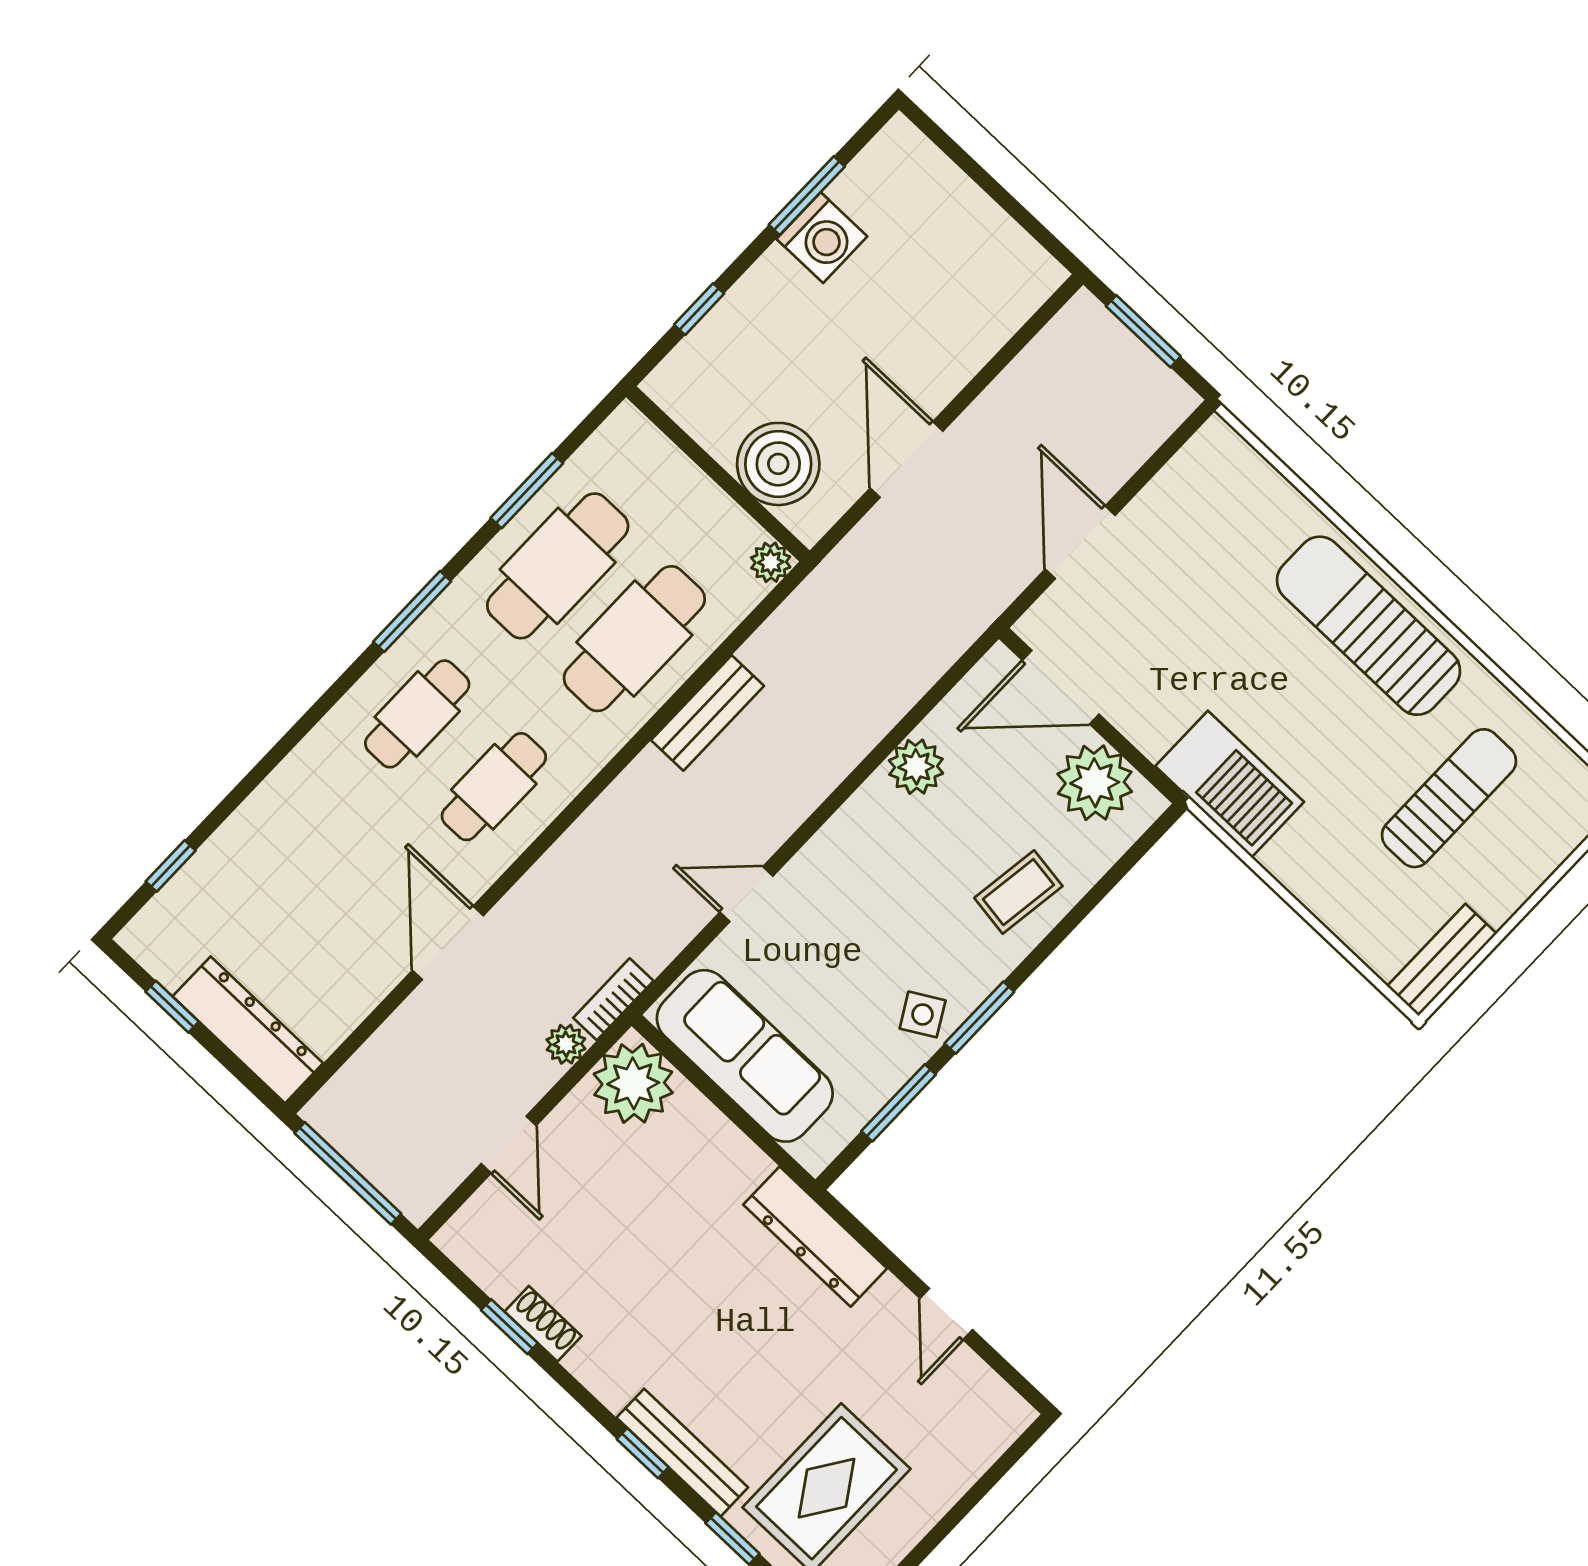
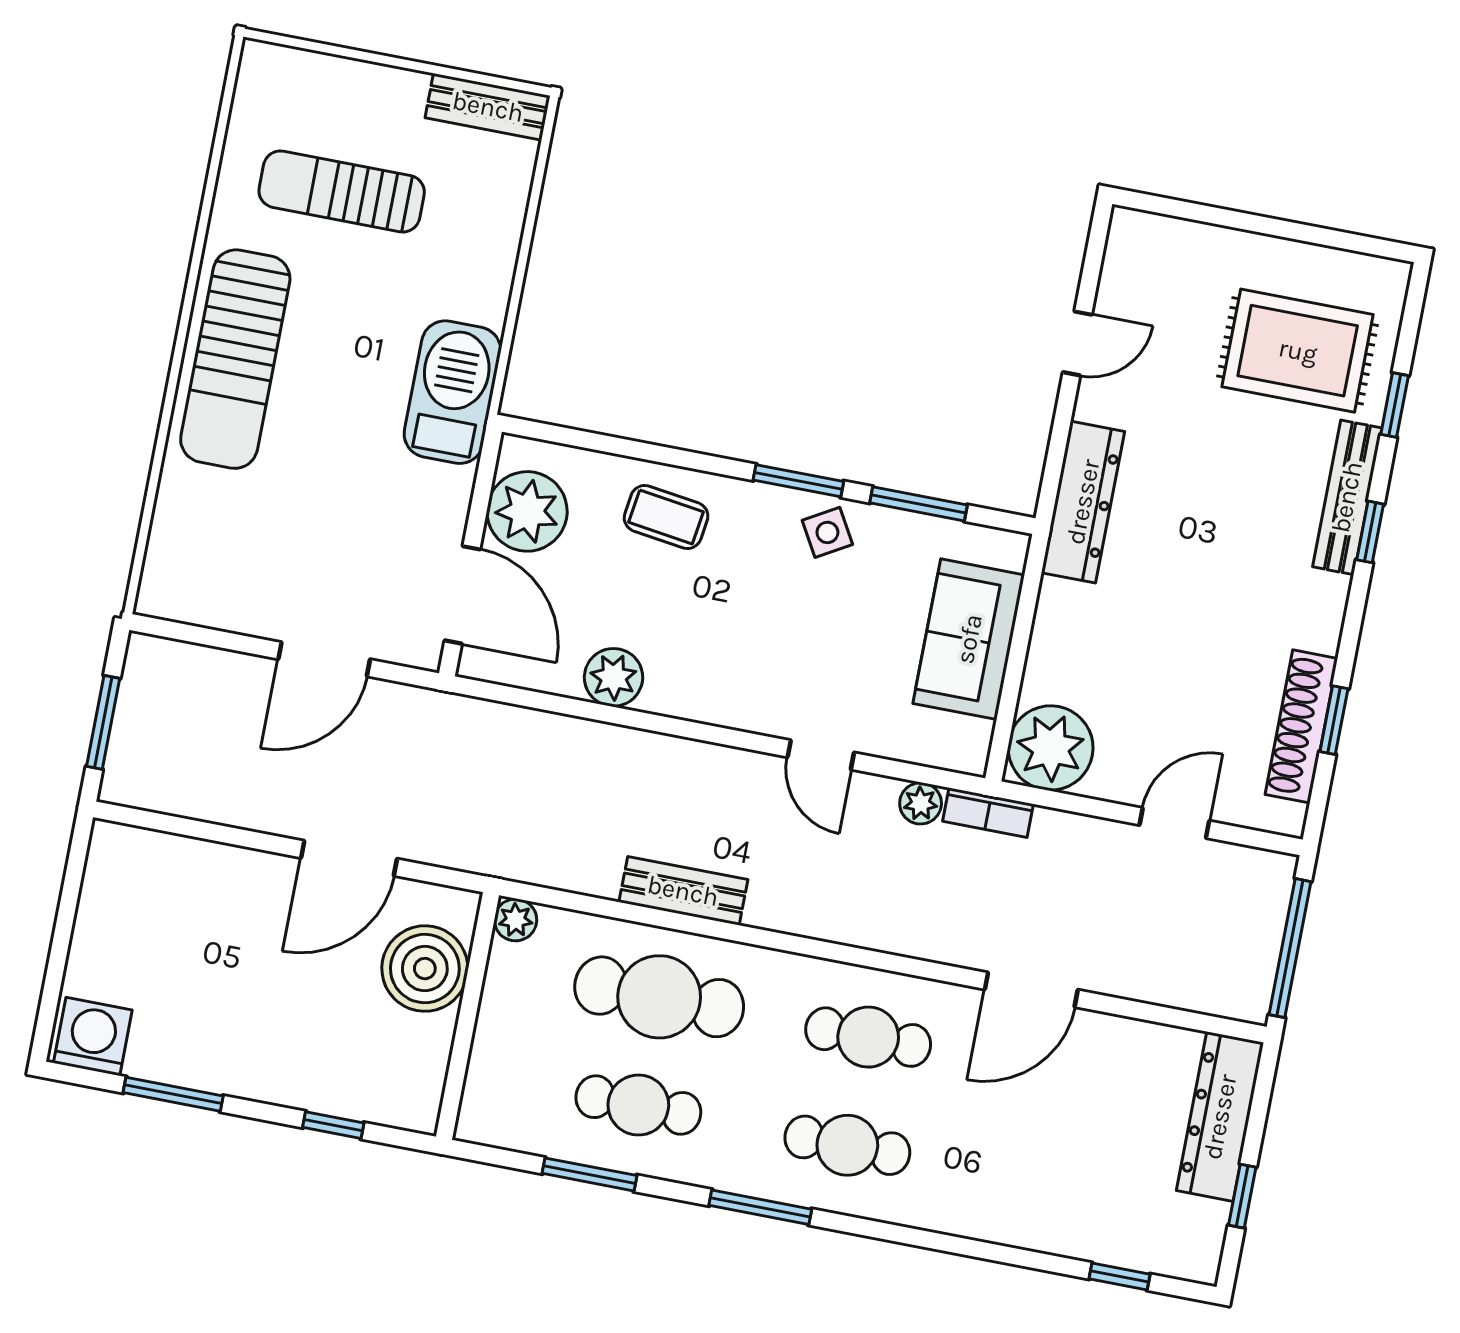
washing machine: (822, 238) -> (93, 1036), moved
cafe table: (558, 566) -> (638, 1105), width x0.73, depth x0.74
plant: (566, 1044) -> (921, 803), moved
sofa: (745, 1056) -> (969, 639), width x0.73
shoe rack: (543, 1324) -> (1301, 726), width x1.94, depth x1.24

